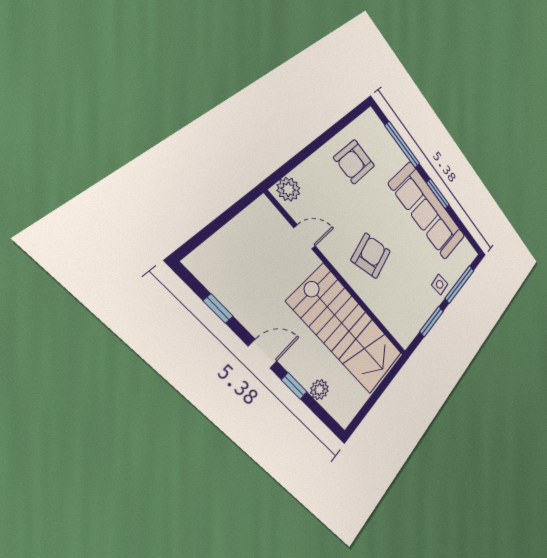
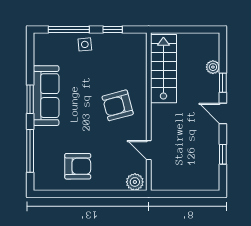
sofa: (428, 211) -> (46, 96), width x0.74, depth x0.79
window: (432, 321) -> (113, 30), width x0.67
stairs: (347, 329) -> (163, 69), width x0.73, depth x0.66

